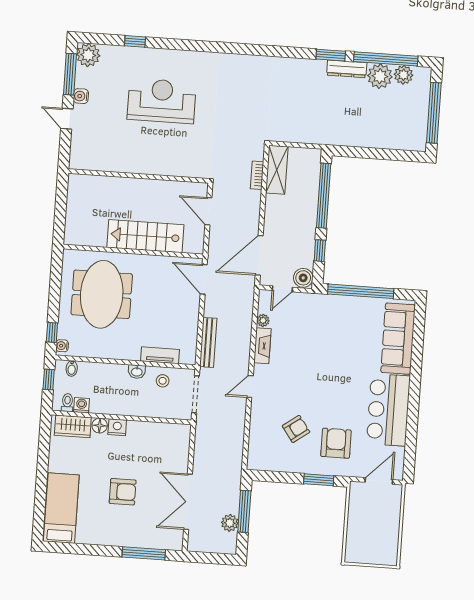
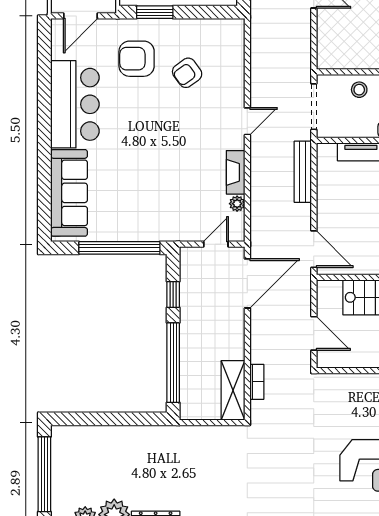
boiler: (303, 278) -> (191, 259), removed
stool: (163, 381) -> (359, 90), moved
armchair: (336, 443) -> (137, 59), turned 90

